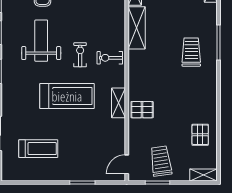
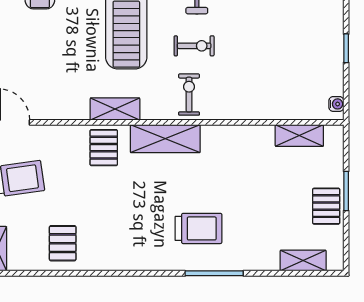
shelving: (137, 28) -> (165, 139), moved
pallet: (200, 135) -> (63, 243), turned 90

